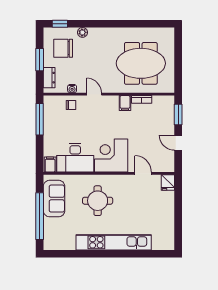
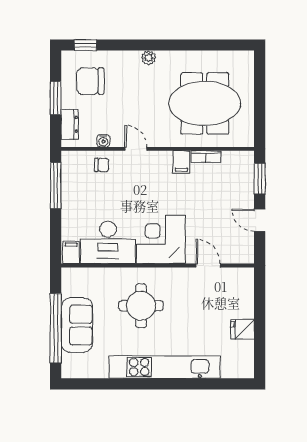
plant: (82, 32) -> (149, 58), moved
fridge: (168, 182) -> (243, 329), moved, turned 90
sofa: (54, 199) -> (77, 325), moved

